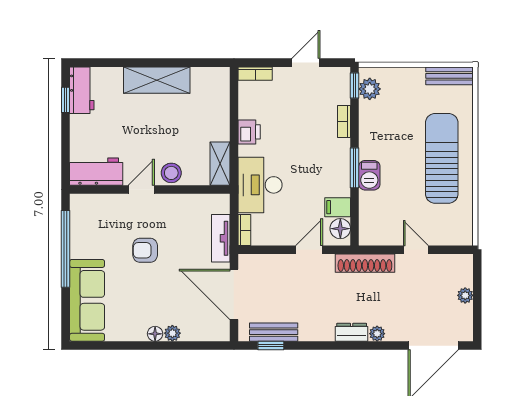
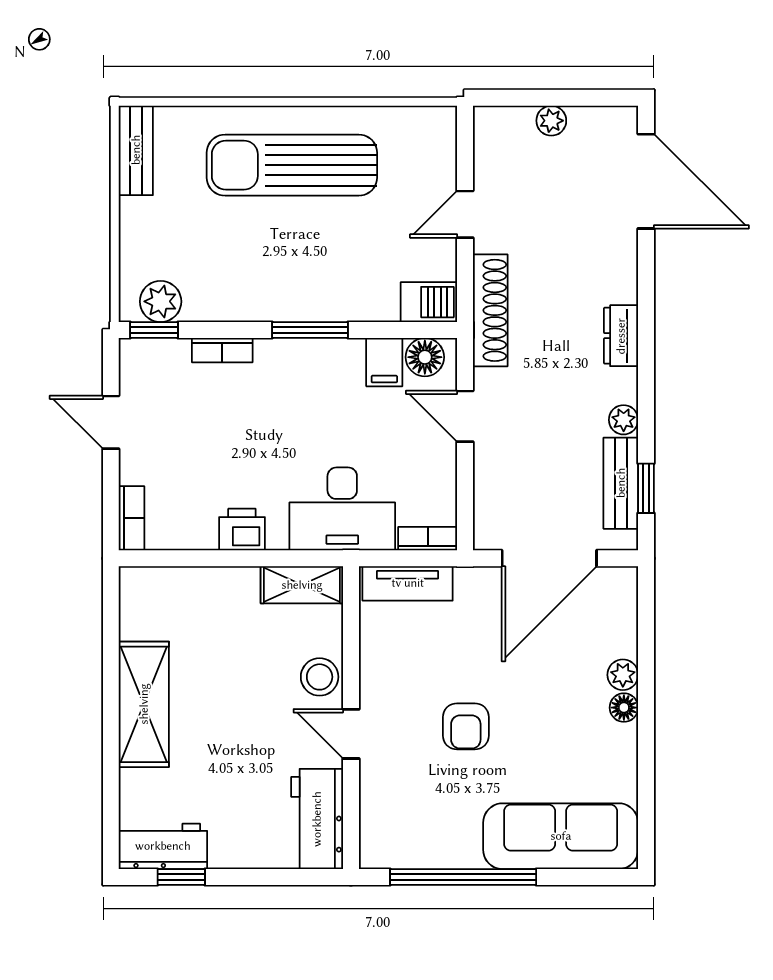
barbecue: (369, 175) -> (429, 302), moved
tv unit: (221, 238) -> (408, 583), moved
plant: (377, 334) -> (624, 420), moved

